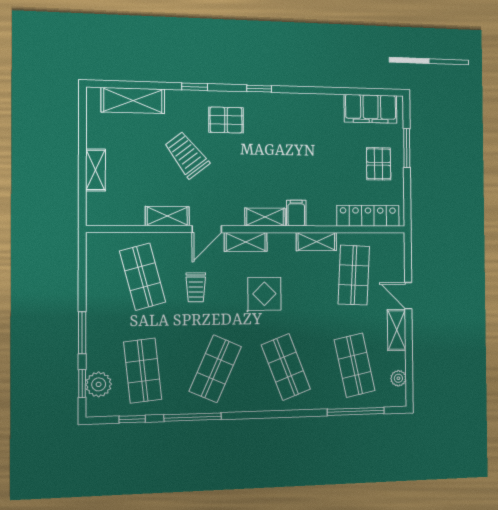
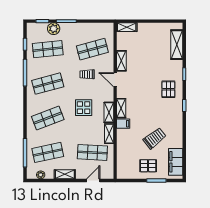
trolley: (187, 155) -> (155, 138), moved
shelving: (96, 170) -> (127, 27), moved
locker: (368, 216) -> (122, 160), removed
shelving: (246, 242) -> (109, 112), moved
door: (408, 296) -> (93, 180), moved
shop shelf: (215, 369) -> (48, 84), turned -39
plant: (99, 384) -> (54, 29), moved

